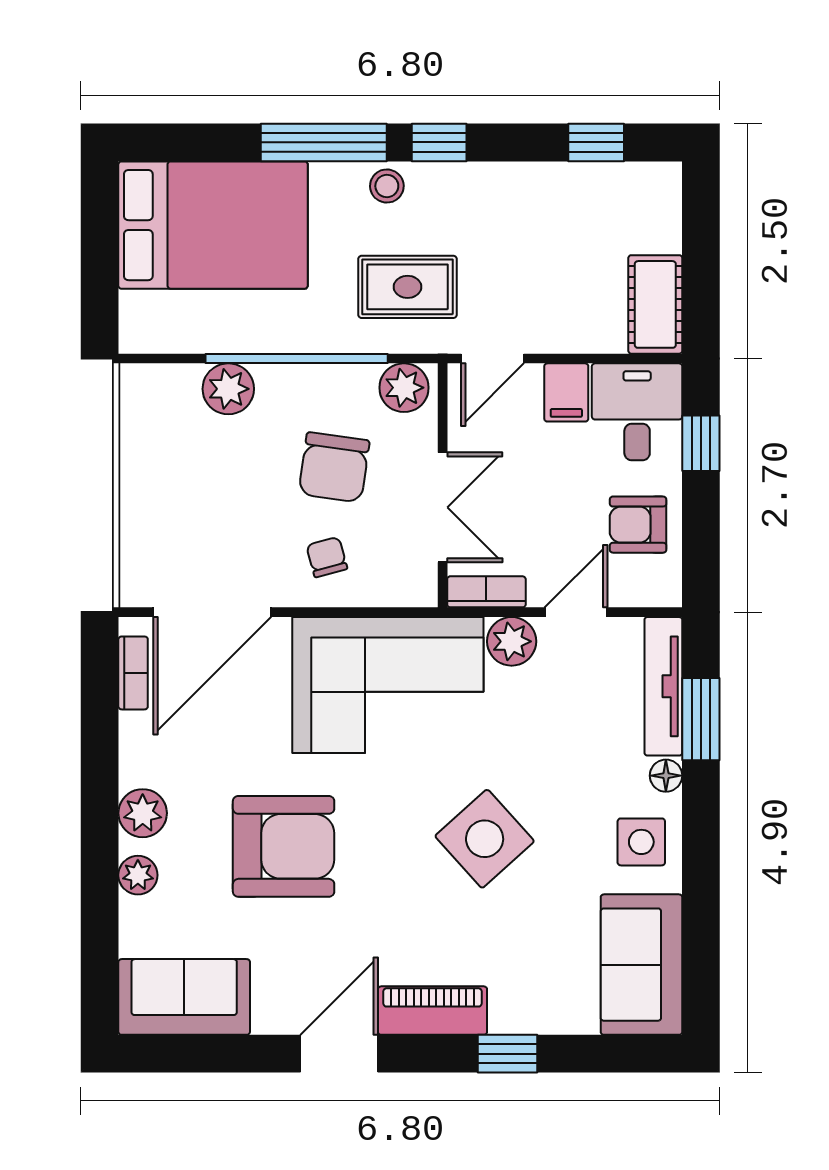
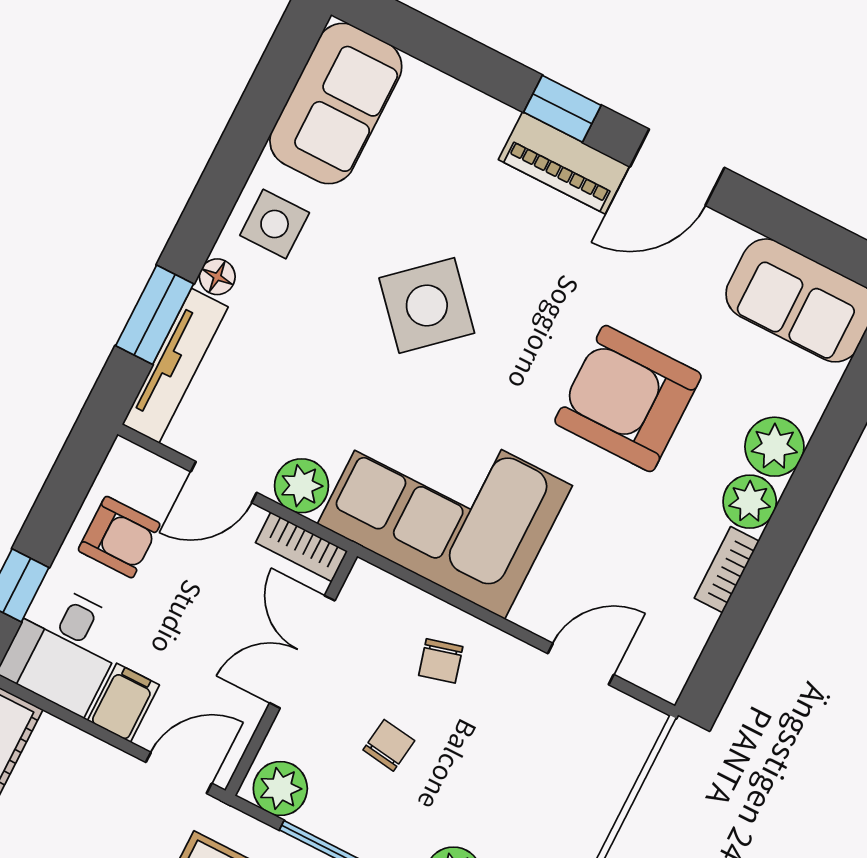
chair: (334, 467) -> (389, 745), width x0.54, depth x0.54
door: (212, 612) -> (581, 664), width x0.53
bookcase: (133, 673) -> (727, 570), moved
plant: (138, 875) -> (774, 447), width x1.38, depth x1.38
window: (508, 1054) -> (562, 109), moved

